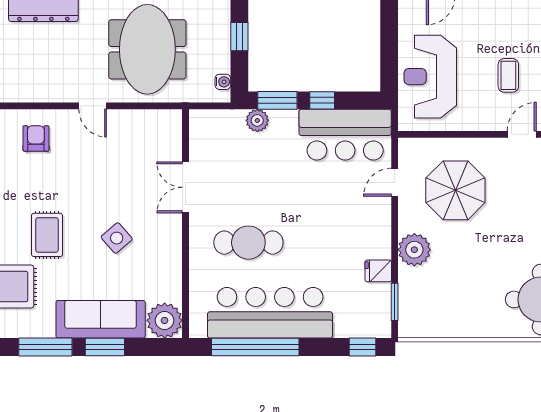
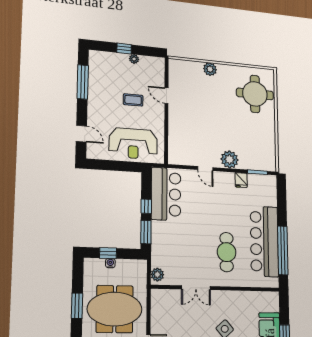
water cooler: (223, 82) -> (110, 263), moved
plant: (257, 120) -> (157, 275), moved
door: (395, 182) -> (205, 169), moved
parasol: (455, 190) -> (197, 135), removed
plant: (165, 320) -> (270, 301), removed
window: (362, 347) -> (281, 191), removed

